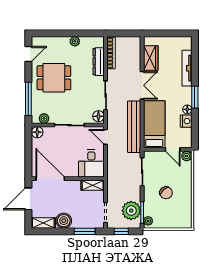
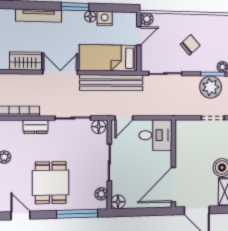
dresser: (99, 62) -> (36, 127), width x0.70
shelving: (93, 185) -> (181, 133), removed

